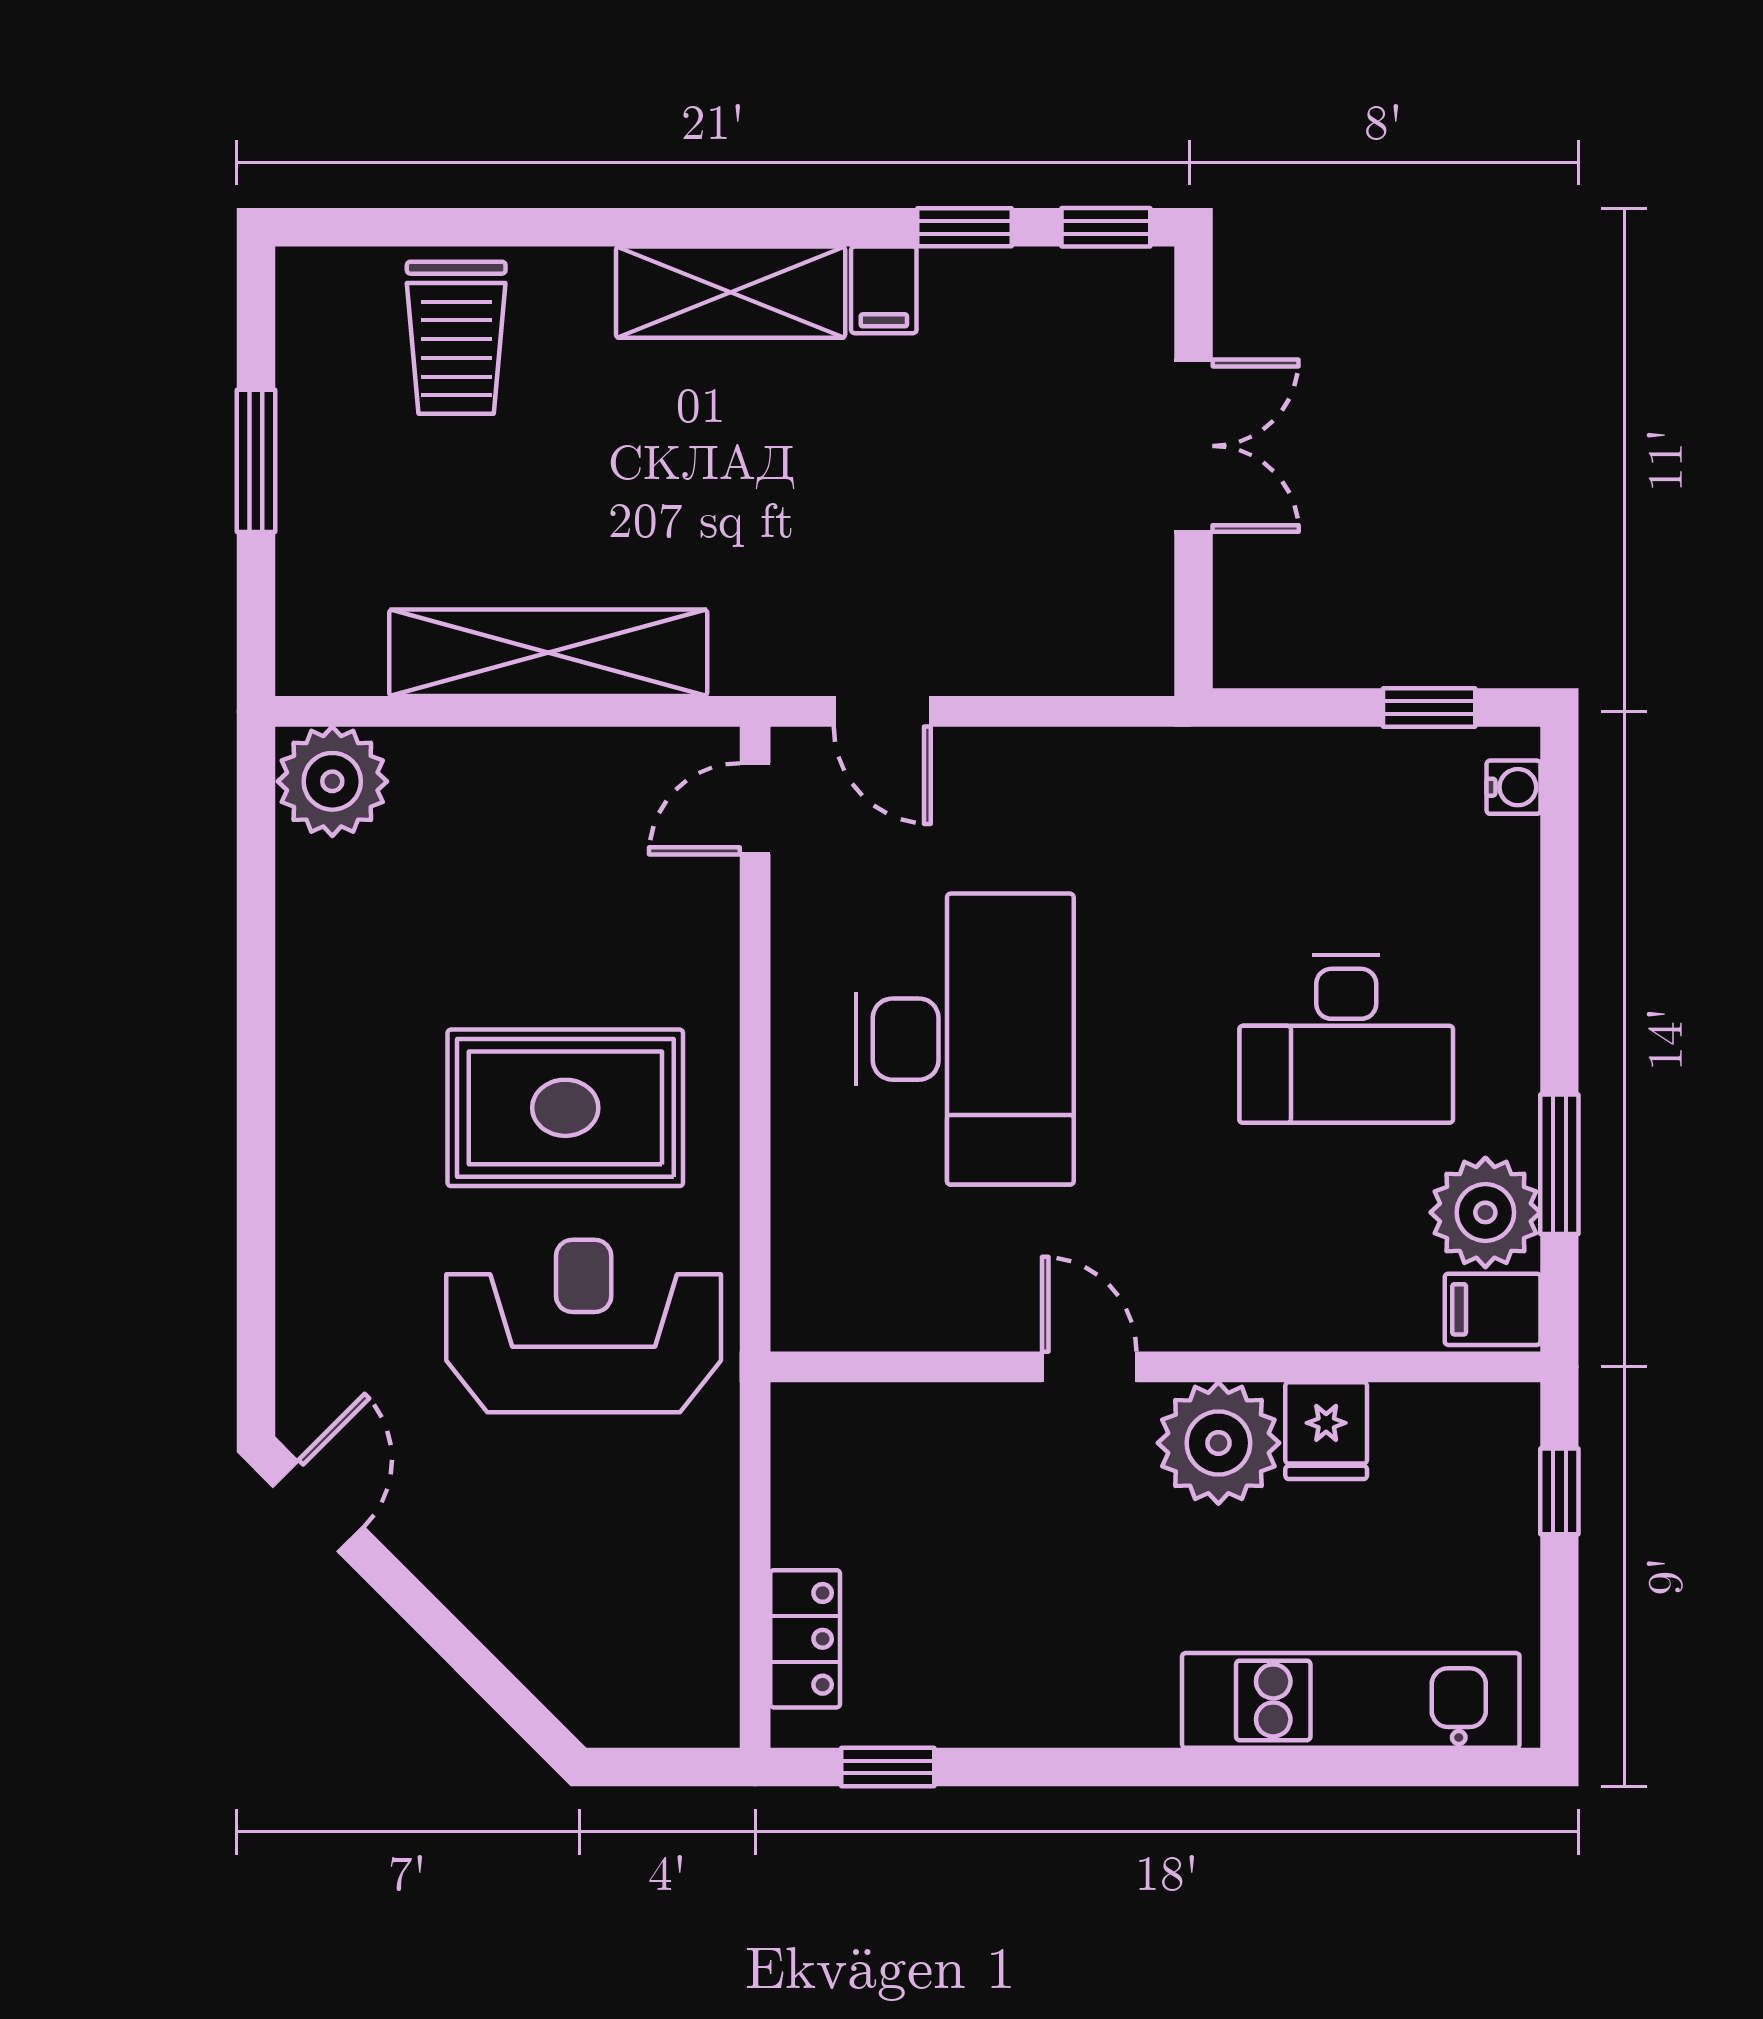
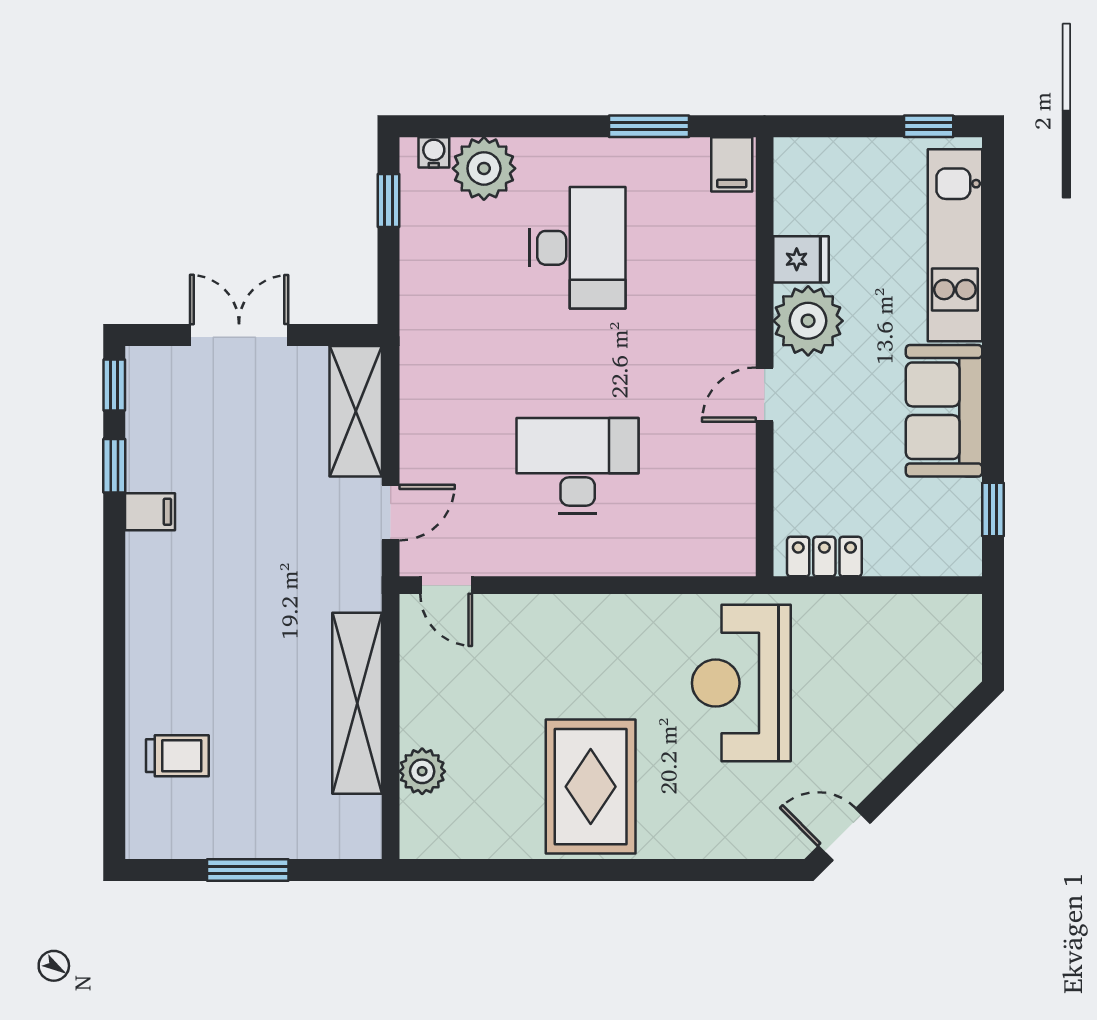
shelving: (731, 292) -> (356, 411), moved
trolley: (456, 338) -> (177, 756), width x0.73, depth x0.72
plant: (332, 781) -> (422, 771), moved, width x0.73, depth x0.73
desk: (965, 1039) -> (578, 466), width x0.73, depth x0.77
rug: (565, 1108) -> (591, 787), moved
plant: (1485, 1212) -> (484, 168), moved
window: (1559, 1491) -> (929, 126), moved
locker: (805, 1639) -> (824, 557), moved
sofa: (1061, 1681) -> (944, 411), added

